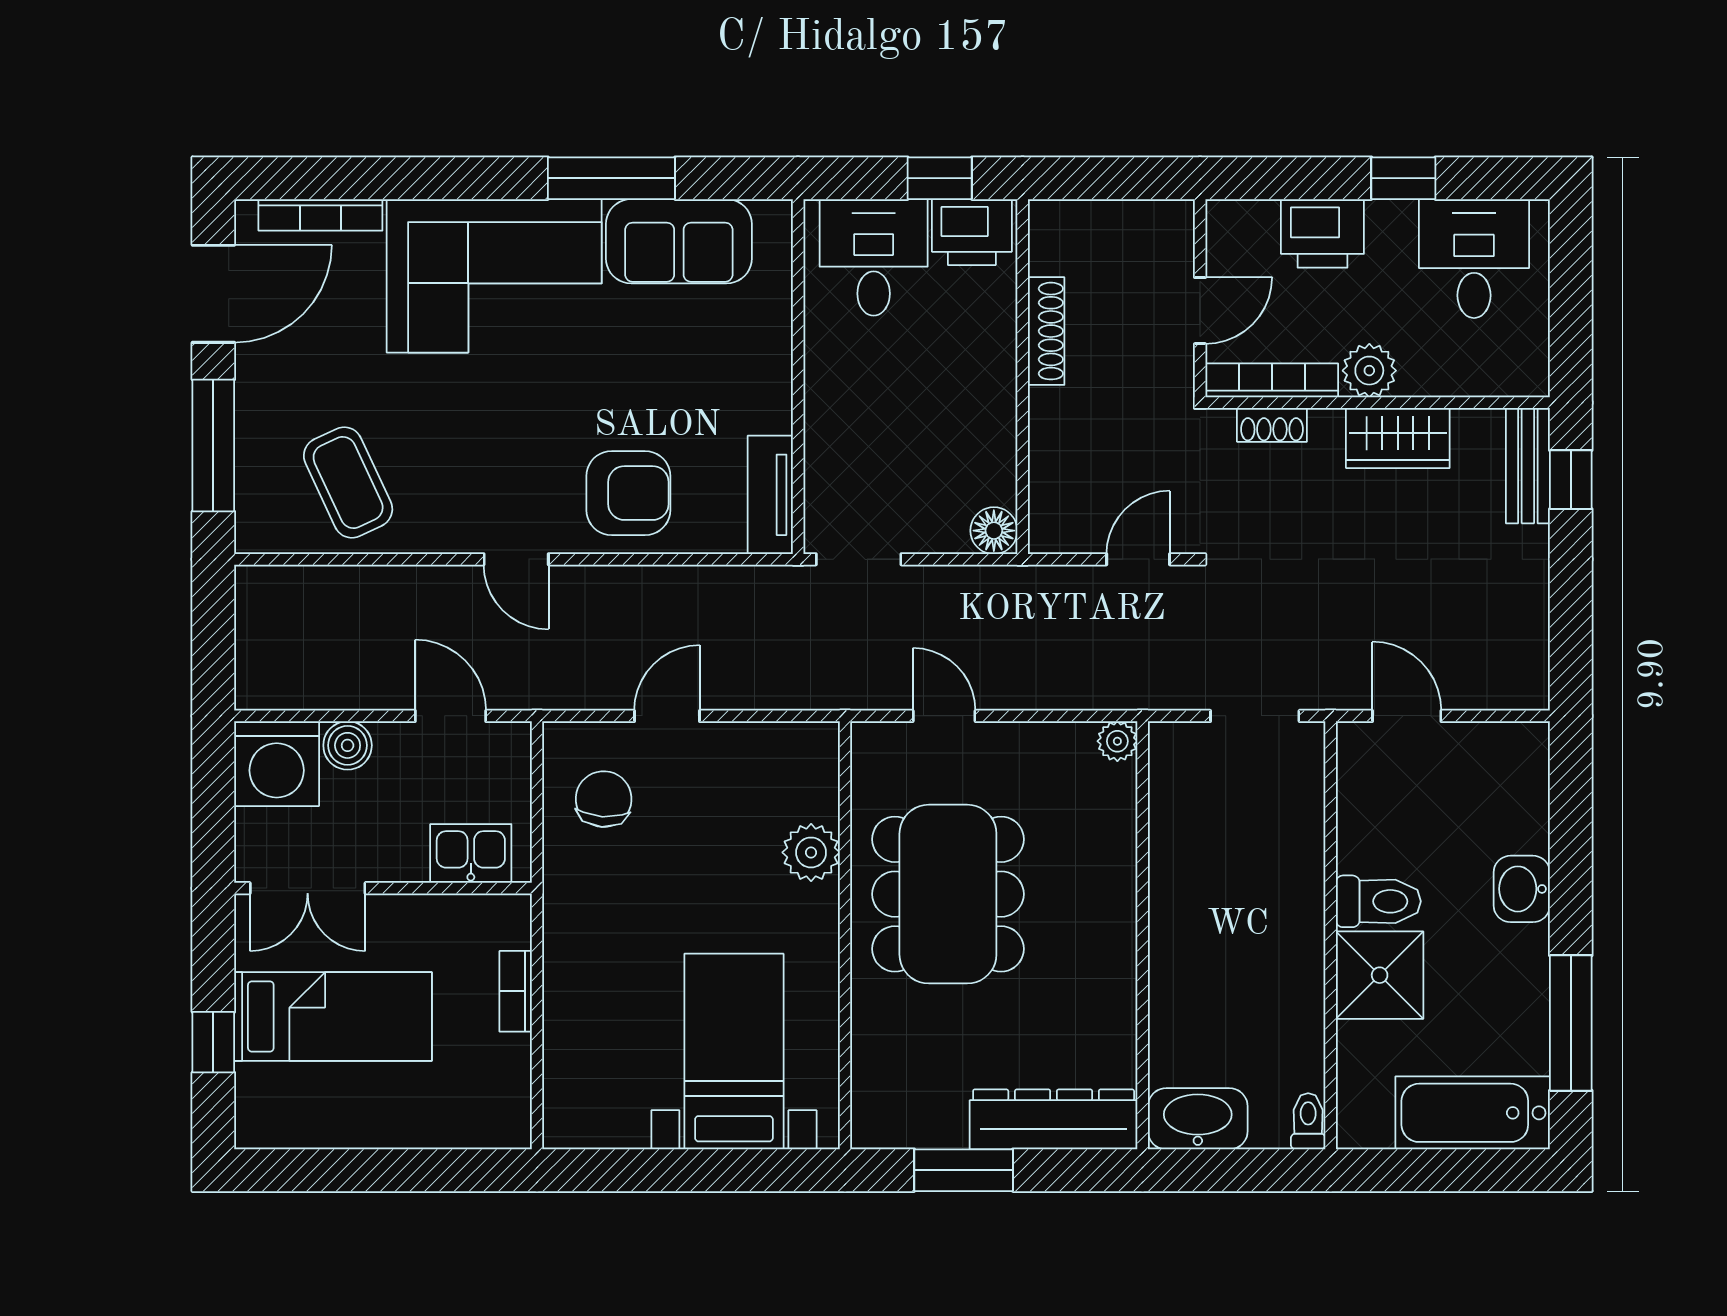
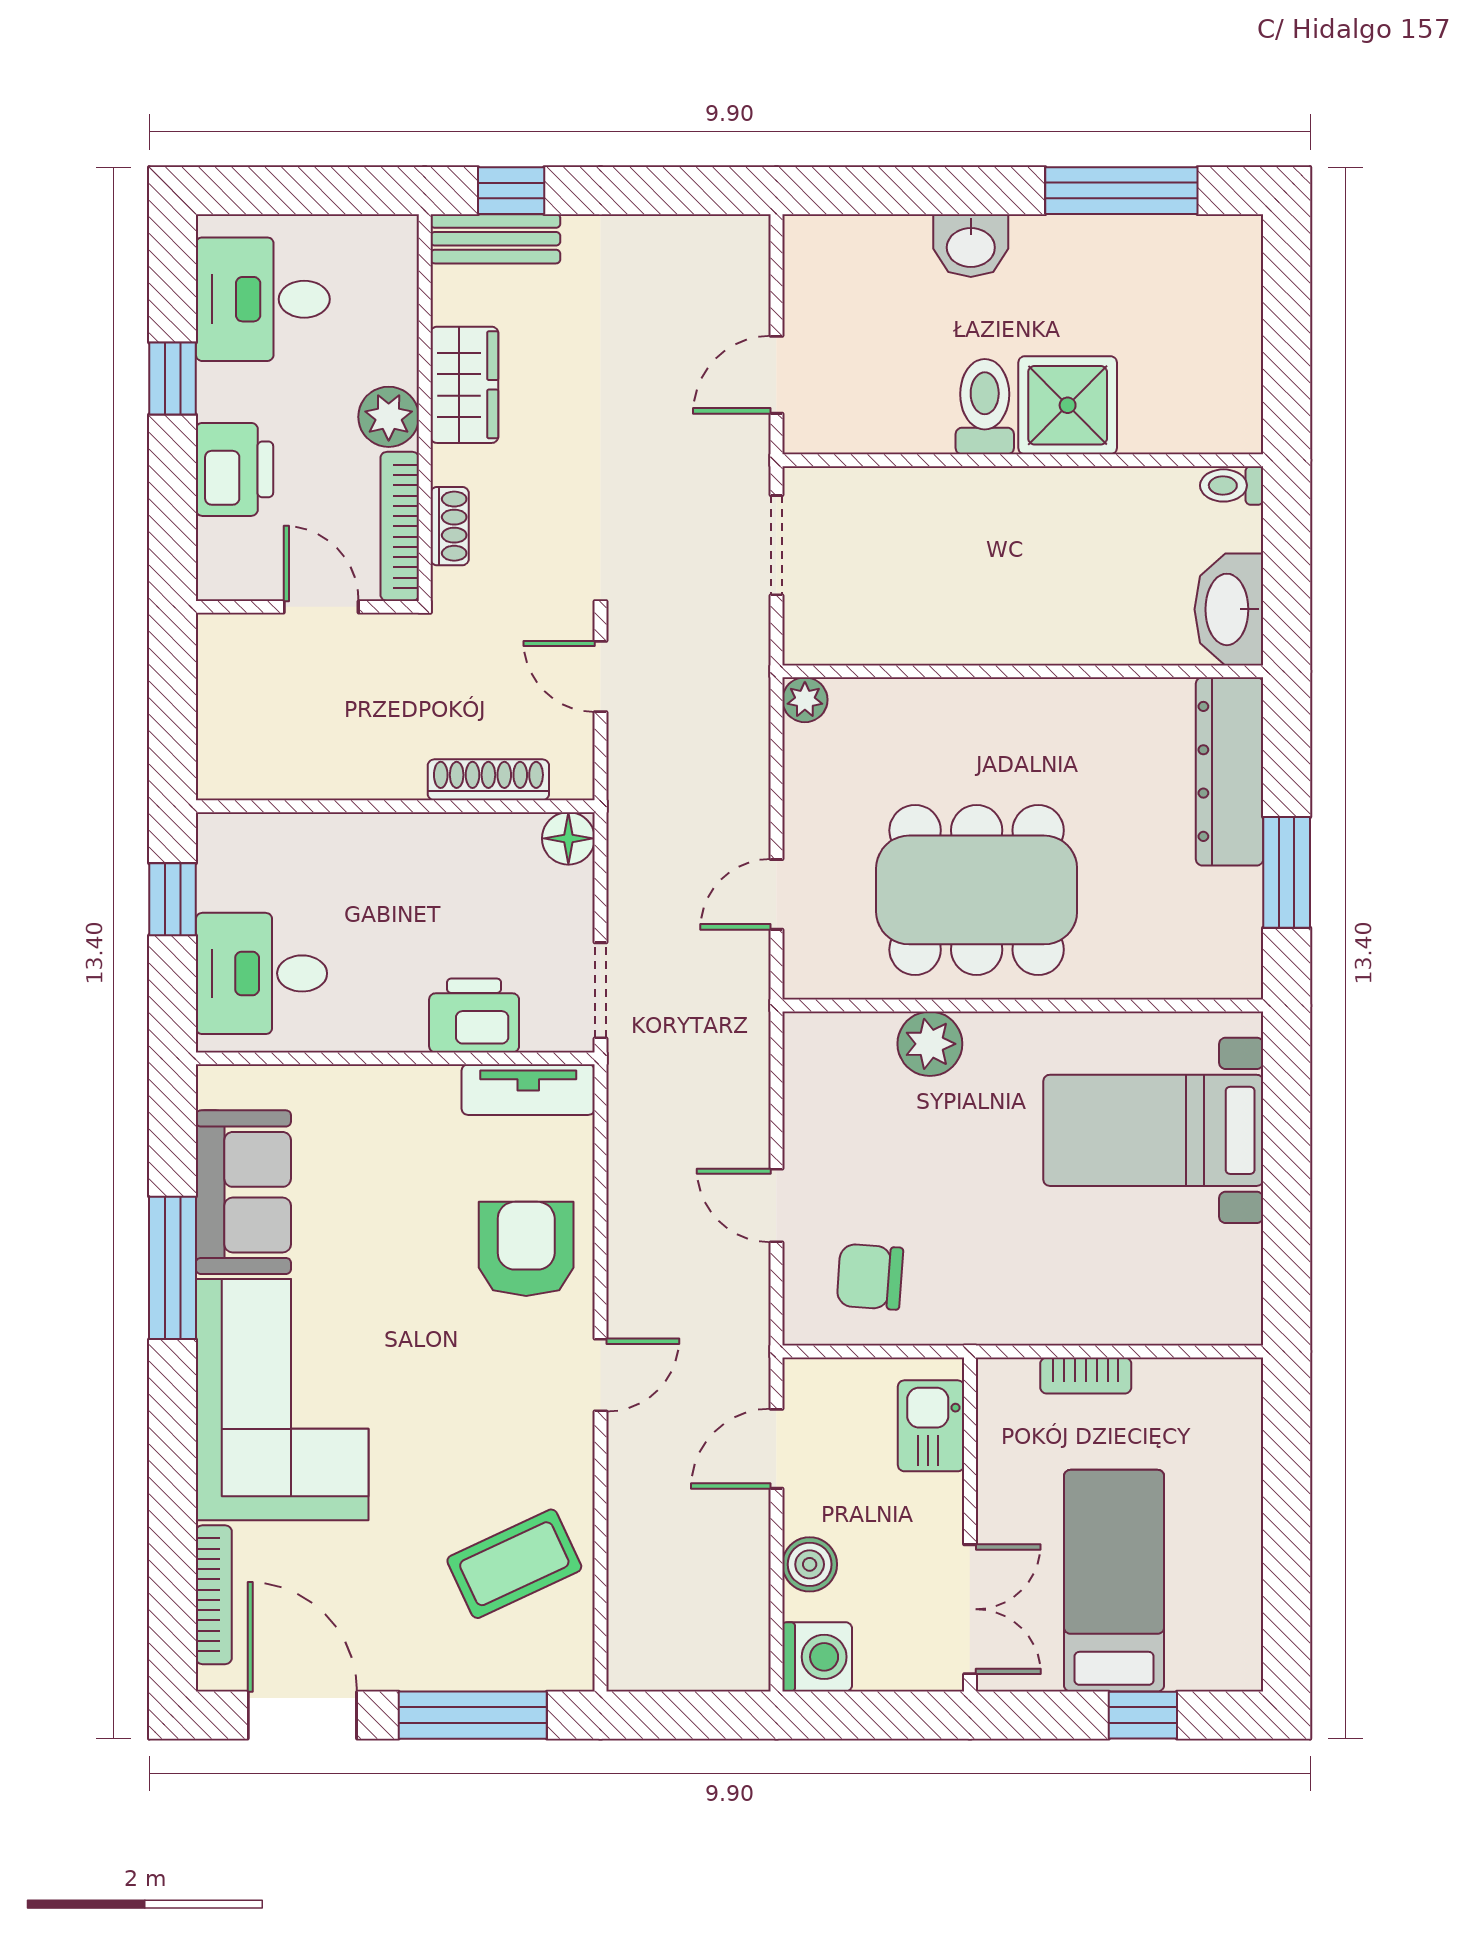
printer: (972, 232) -> (474, 1015), moved, turned -90
shoe rack: (1046, 331) -> (488, 780), moved
washing machine: (277, 764) -> (817, 1657), width x0.73, depth x0.73
bathtub: (1473, 1113) -> (1222, 301), removed

